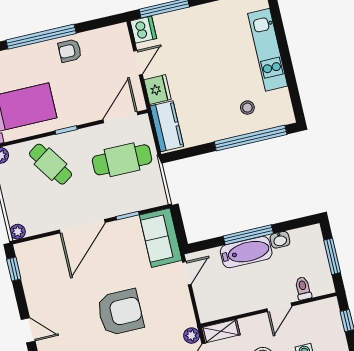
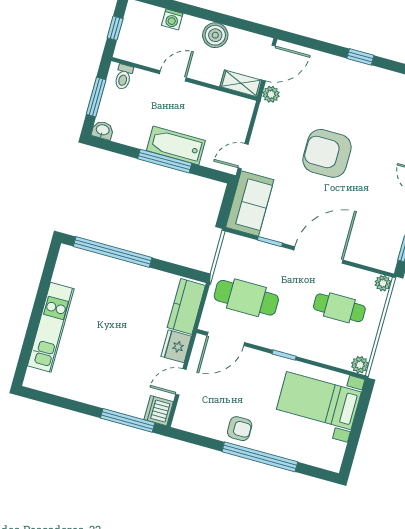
stool: (247, 108) -> (100, 283), removed
cafe table: (51, 164) -> (339, 308), moved, turned -56
washbasin: (280, 240) -> (103, 130), moved
toilet: (303, 288) -> (124, 77), moved

